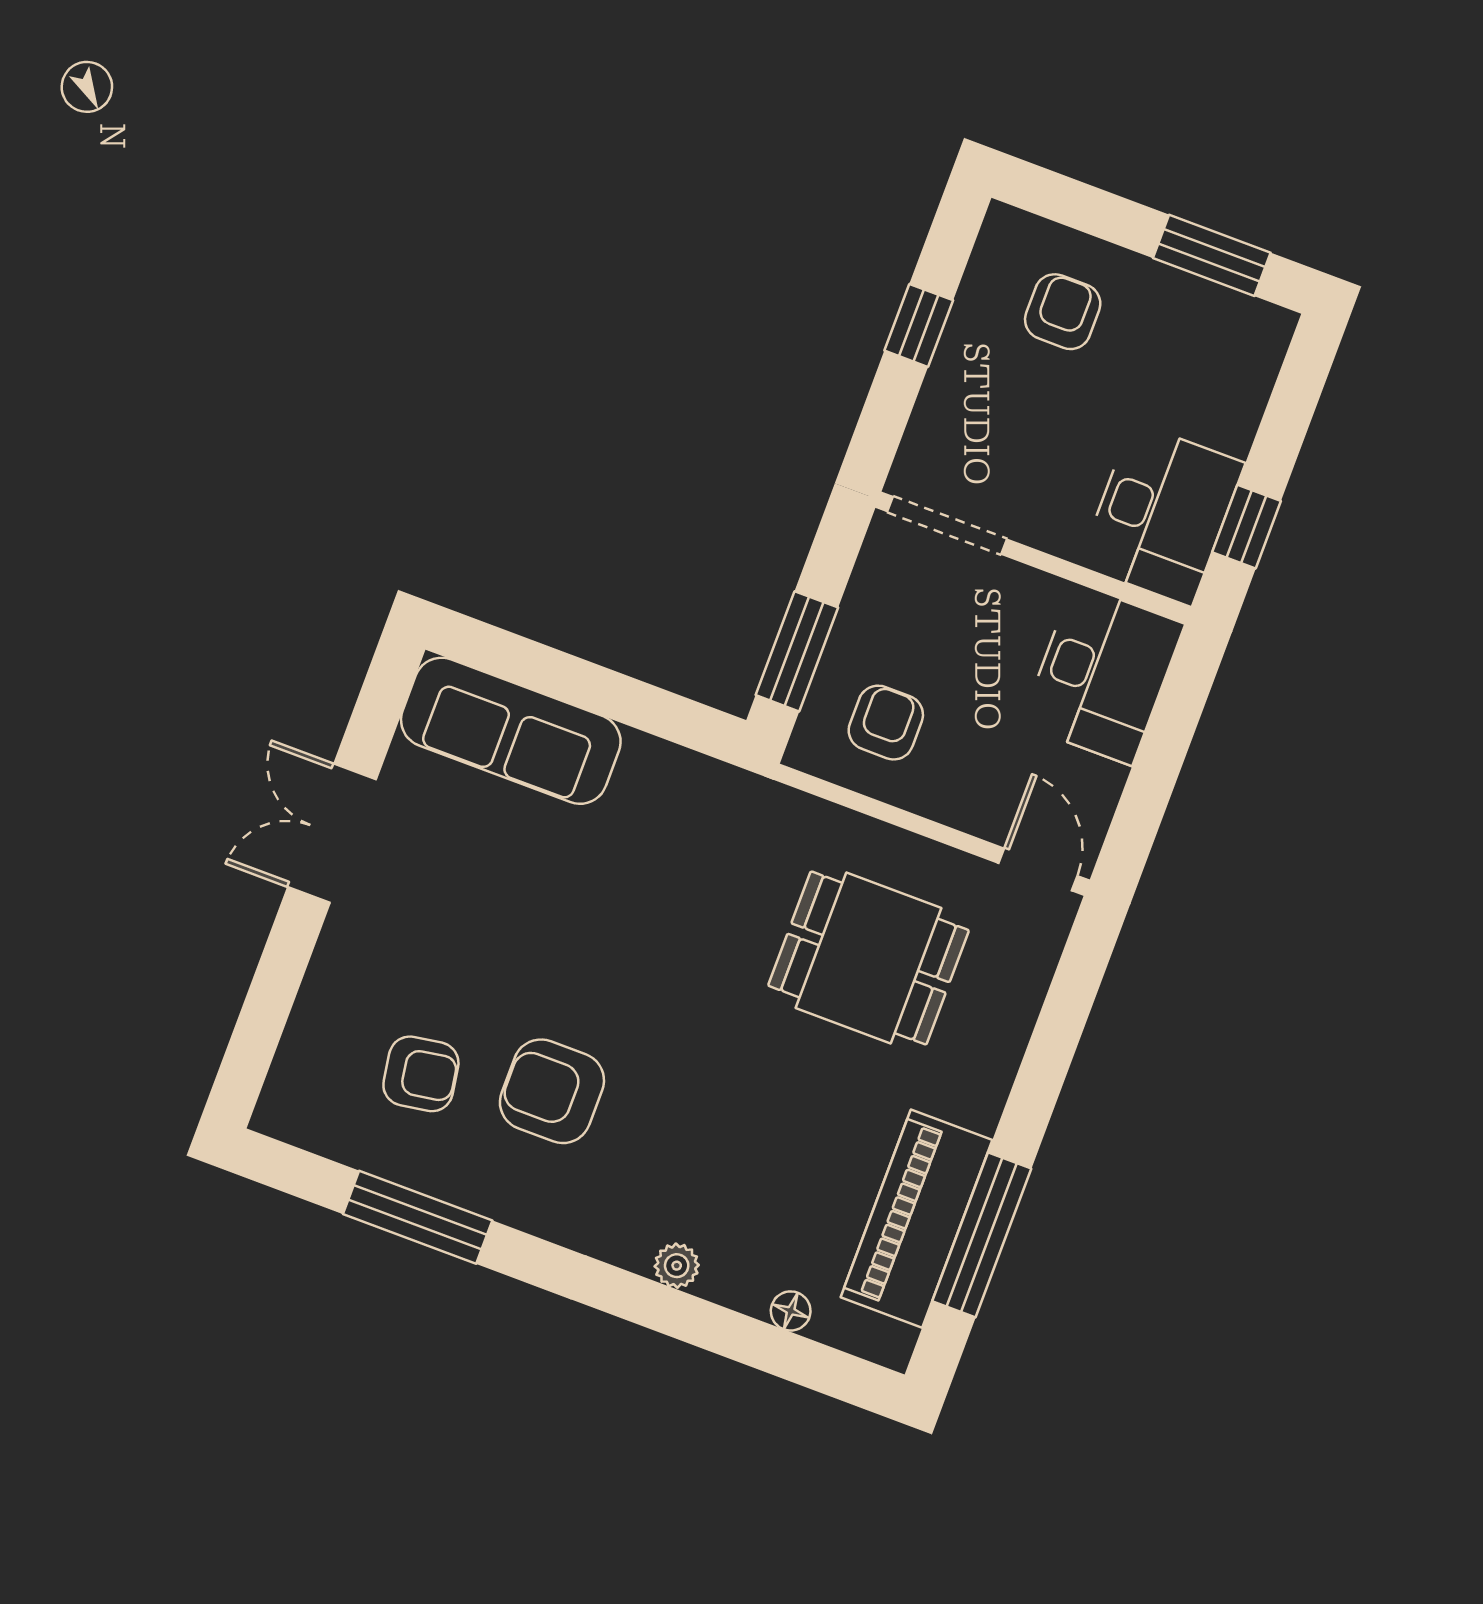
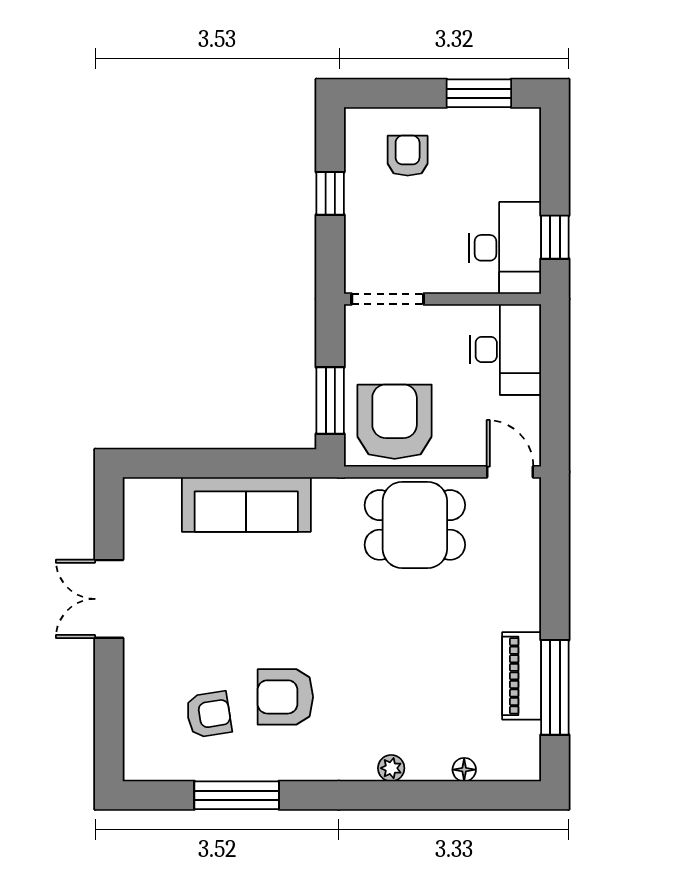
armchair: (886, 723) -> (395, 422), width x1.88, depth x1.88
sofa: (511, 731) -> (246, 504), moved
dining table: (869, 958) -> (415, 525), moved
piano: (917, 1219) -> (522, 676), width x0.73, depth x0.75

